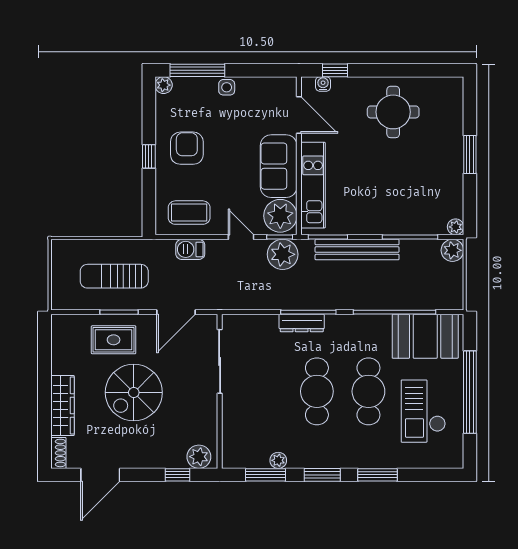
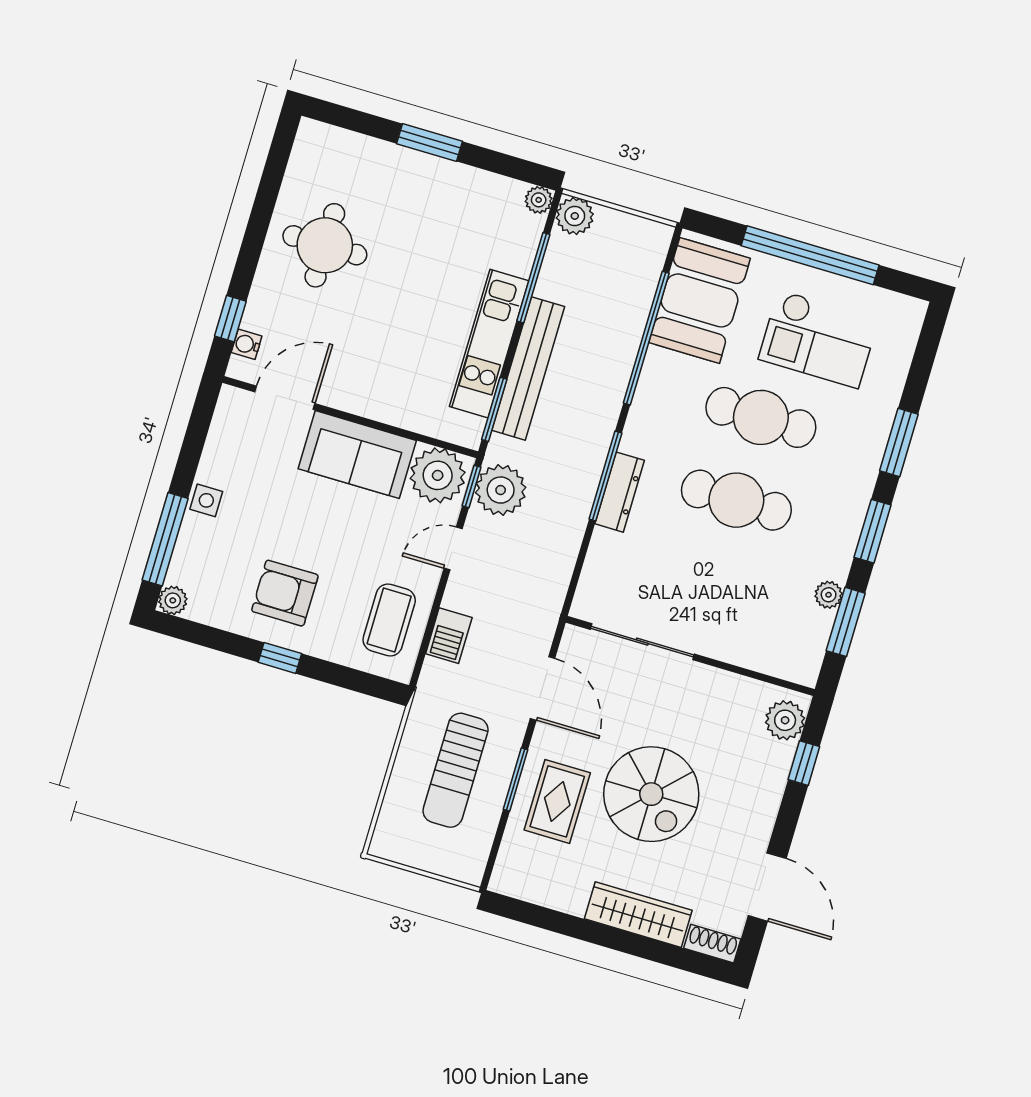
kitchen unit: (313, 185) -> (489, 344), moved, turned -90

